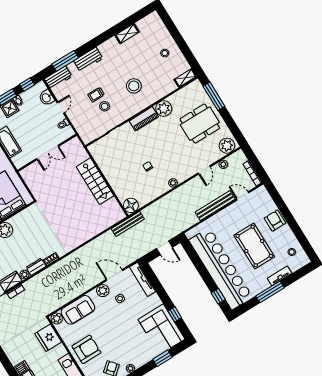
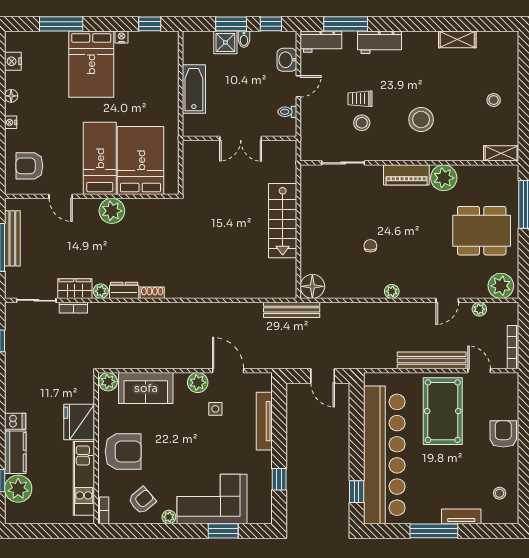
pool table: (254, 246) -> (443, 411), moved
tv unit: (143, 279) -> (264, 421), moved
corner sofa: (162, 329) -> (212, 499), moved, turned 90
fridge: (48, 338) -> (79, 422), moved

